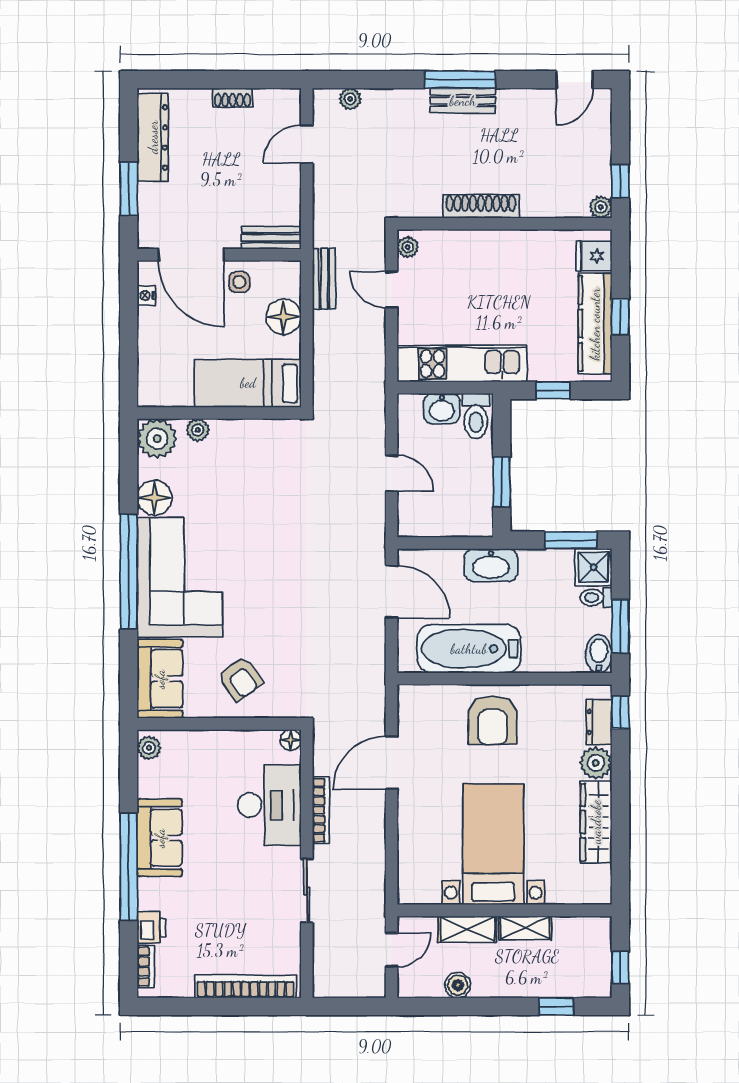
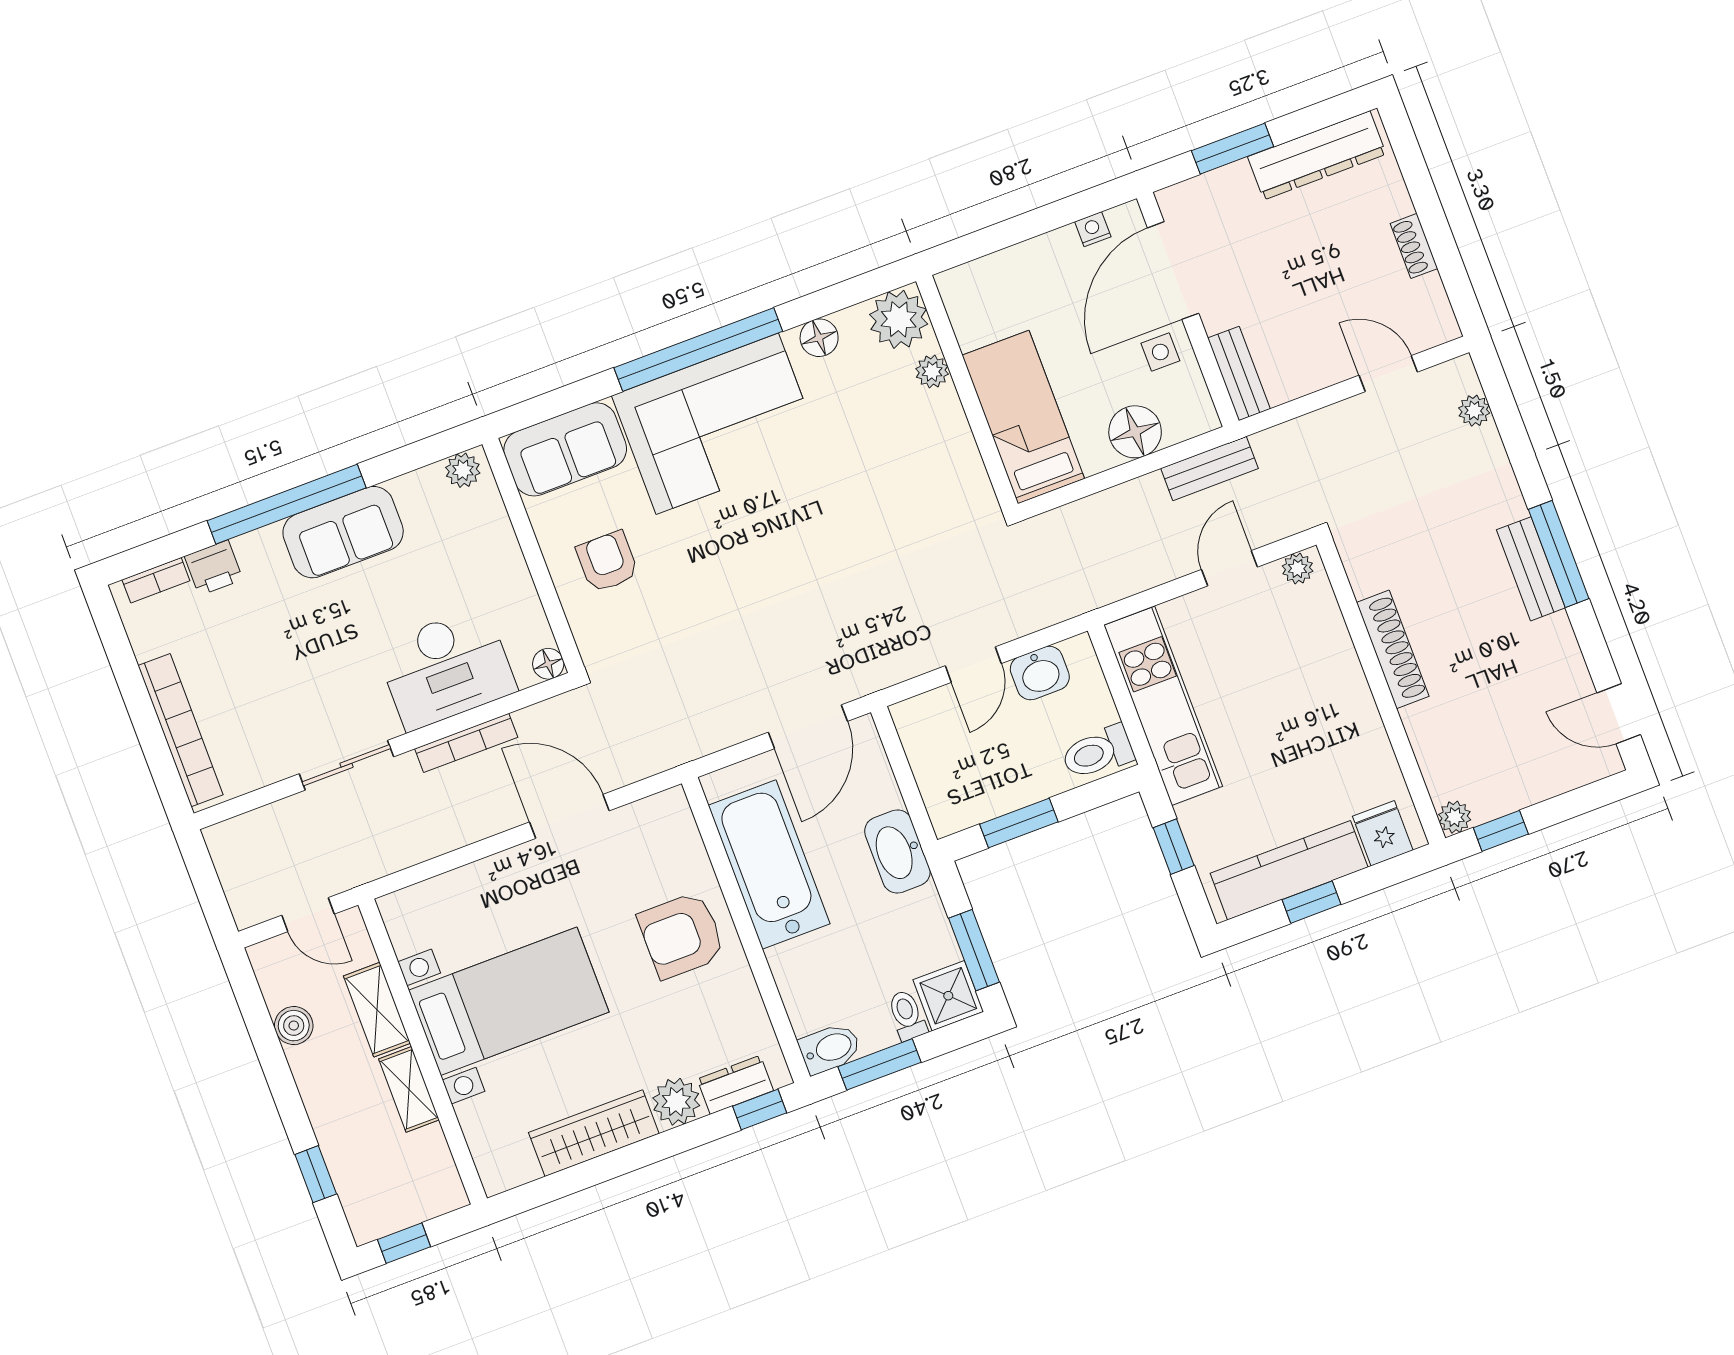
washbasin: (442, 409) -> (1040, 673), moved, turned -90
floor lamp: (155, 498) -> (819, 338), width x0.73, depth x0.73
armchair: (240, 679) -> (607, 562), turned 125

